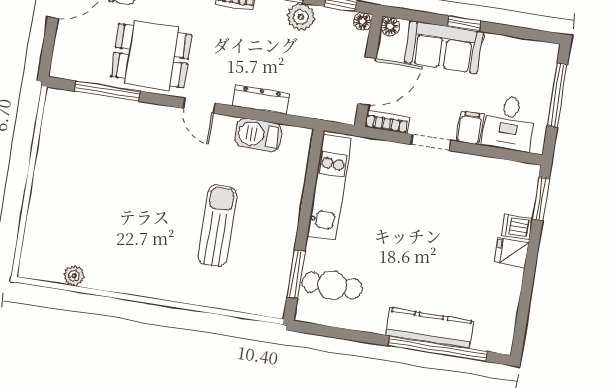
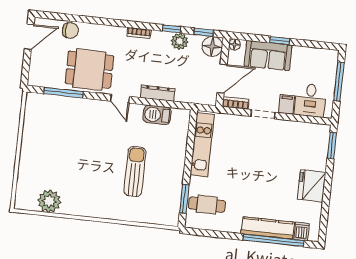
floor lamp: (362, 21) -> (212, 46), width x1.89, depth x1.89
dishwasher: (517, 227) -> (301, 231), moved, turned 90
fridge: (512, 252) -> (312, 186), width x1.88, depth x1.34
plant: (74, 276) -> (49, 201), width x1.87, depth x1.87

